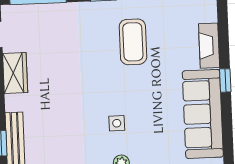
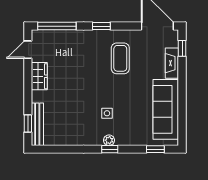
window: (225, 80) -> (182, 48), moved

